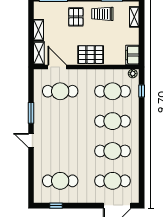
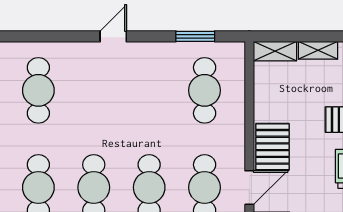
door: (57, 67) -> (249, 188), moved
window: (31, 113) -> (195, 36), moved

